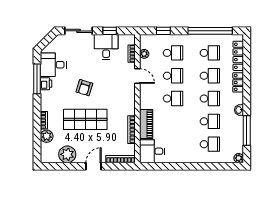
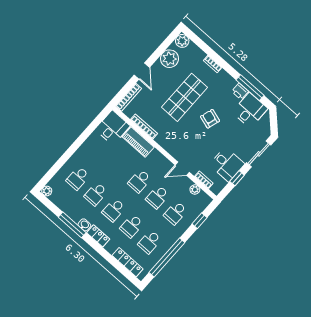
locker: (238, 82) -> (98, 236), moved
window: (247, 130) -> (72, 225), moved
plant: (47, 136) -> (182, 41), moved

